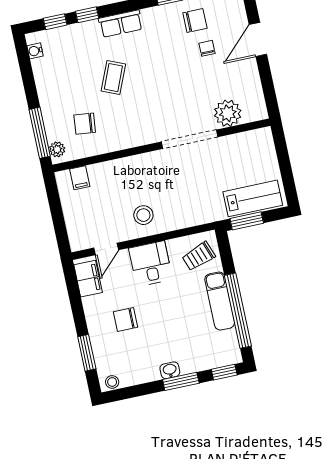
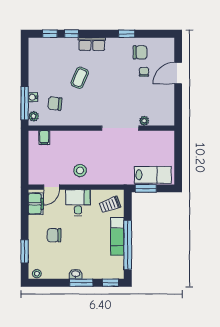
water cooler: (35, 51) -> (33, 97), moved
plant: (228, 113) -> (144, 121), width x0.53, depth x0.53

